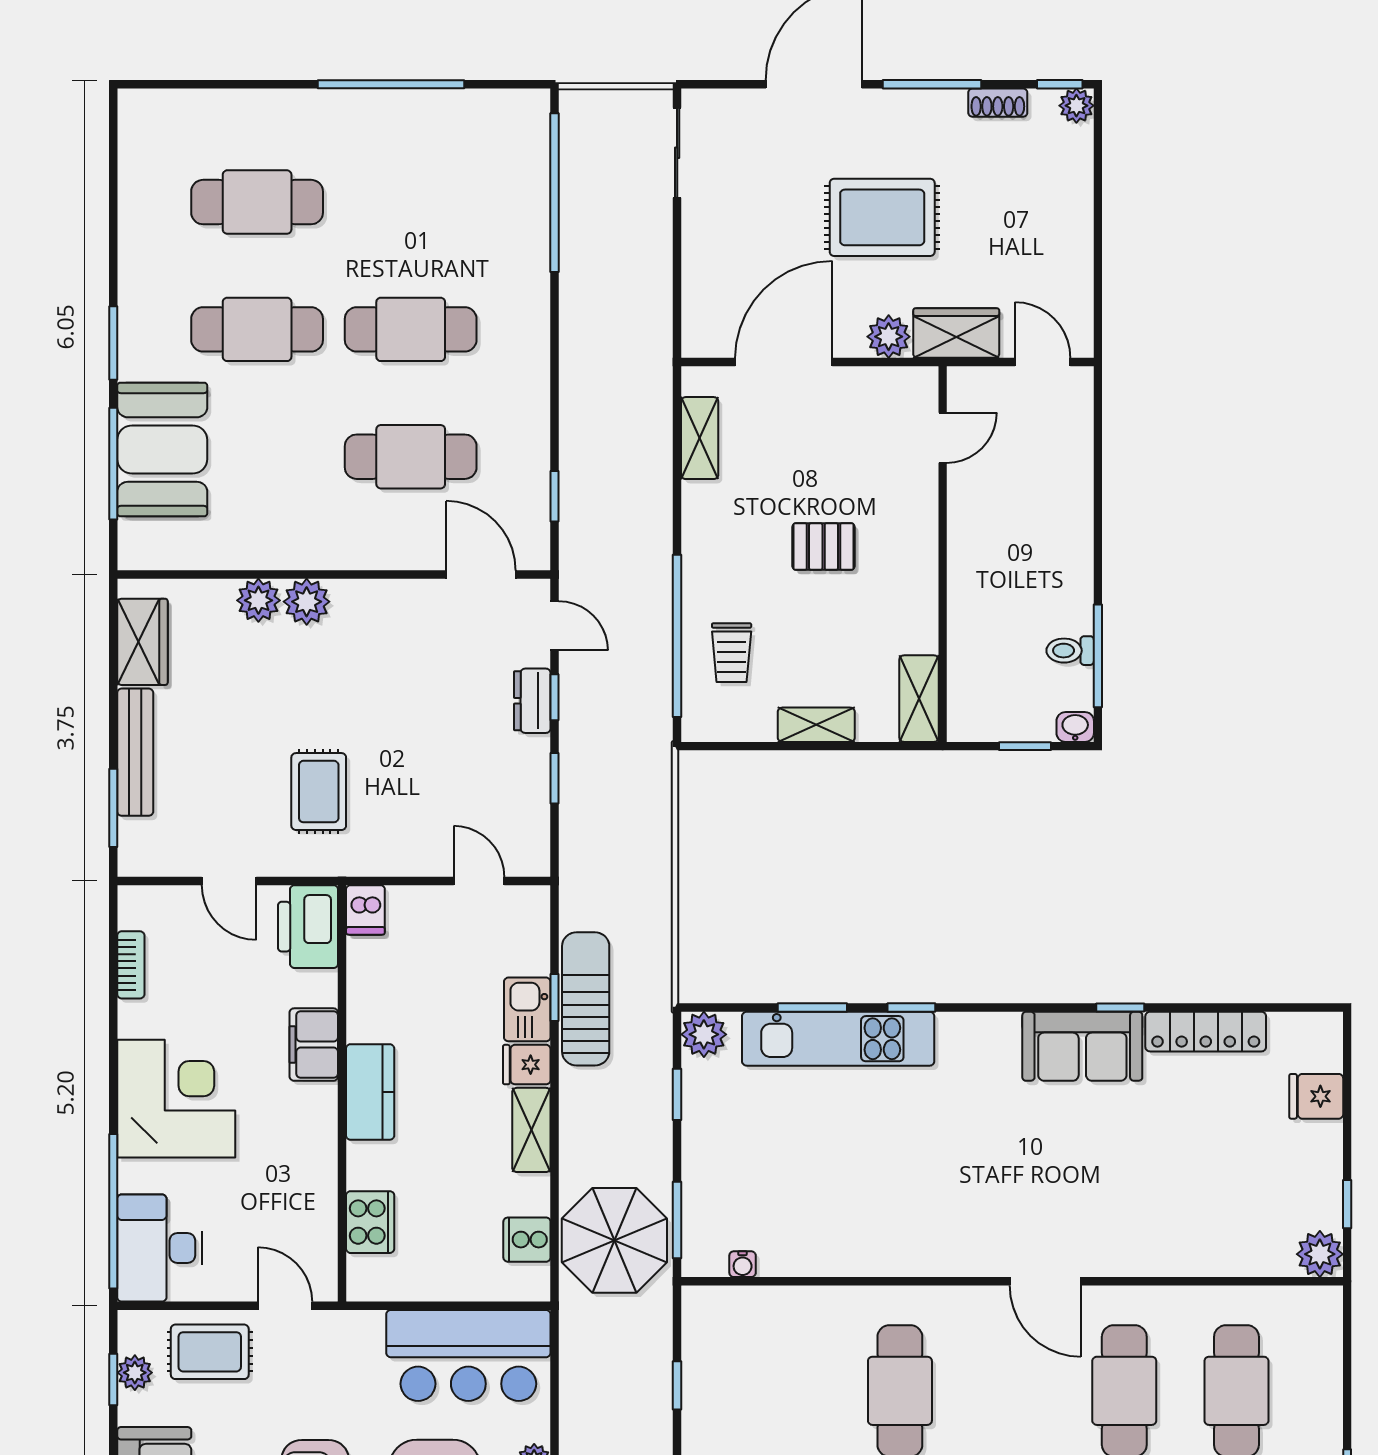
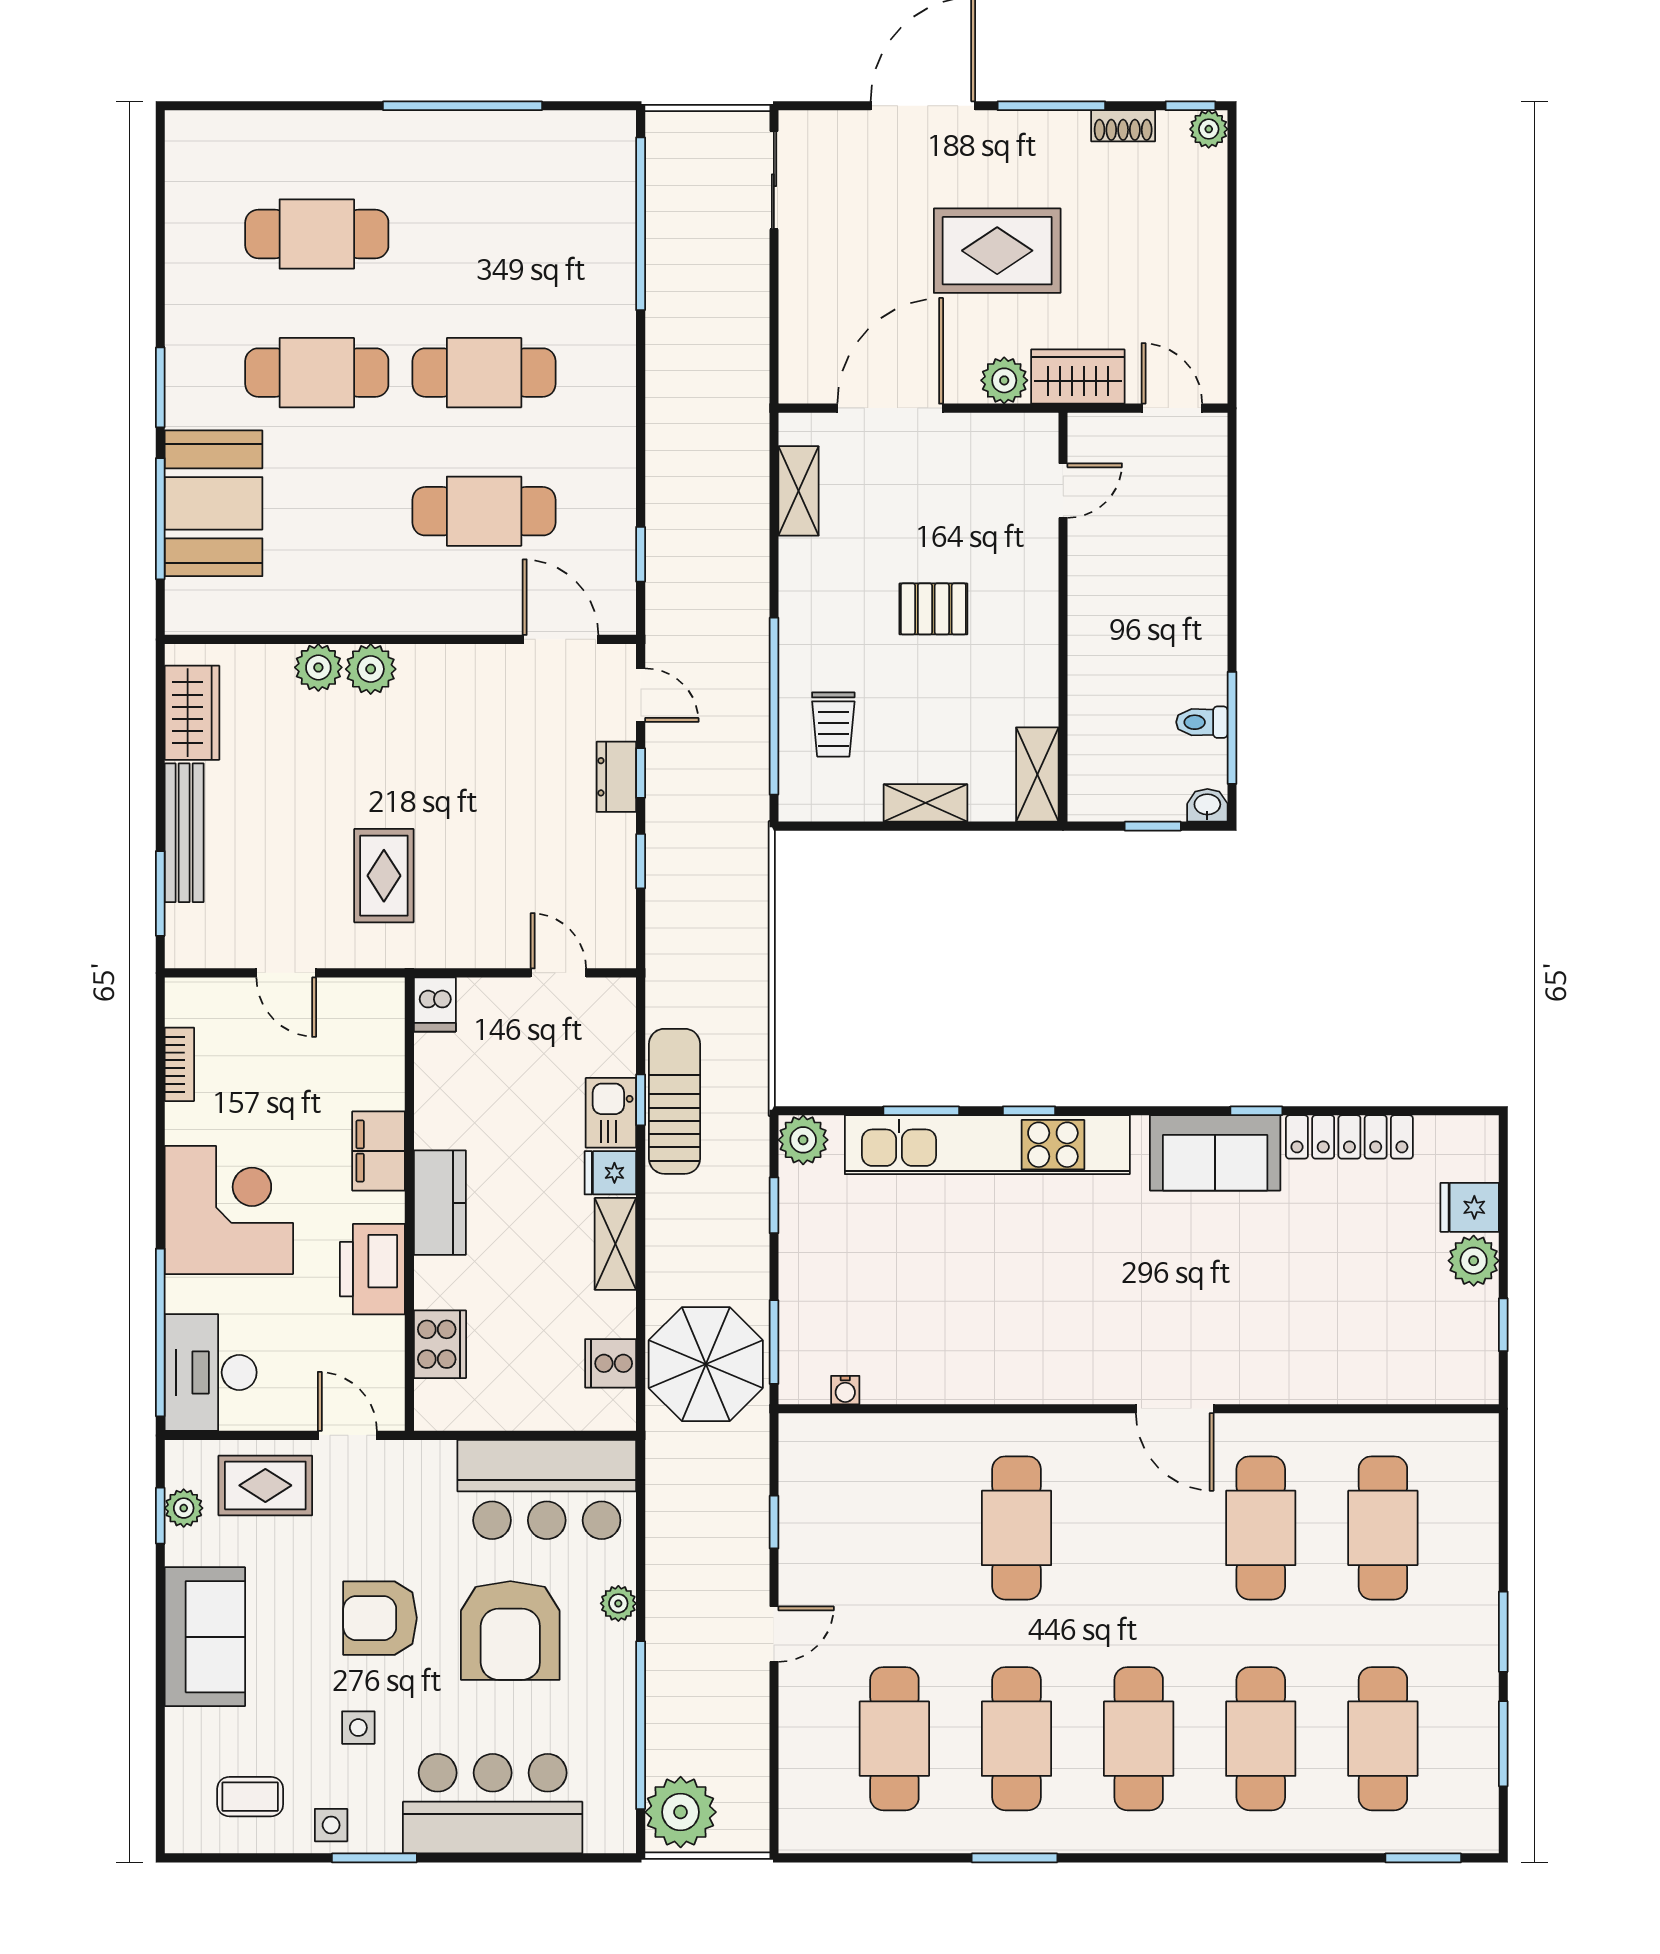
printer: (308, 927) -> (372, 1269), moved
kitchen unit: (838, 1039) -> (987, 1145), width x1.36
plant: (1320, 1254) -> (1474, 1261), moved

